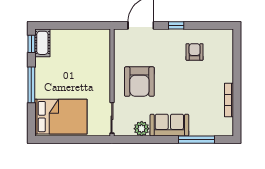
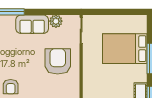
bed: (61, 117) -> (125, 49), moved

